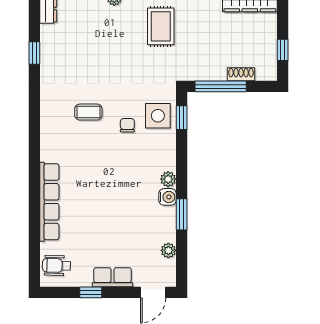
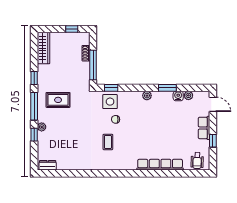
window: (34, 53) -> (74, 173), removed
water cooler: (168, 197) -> (178, 96), moved

